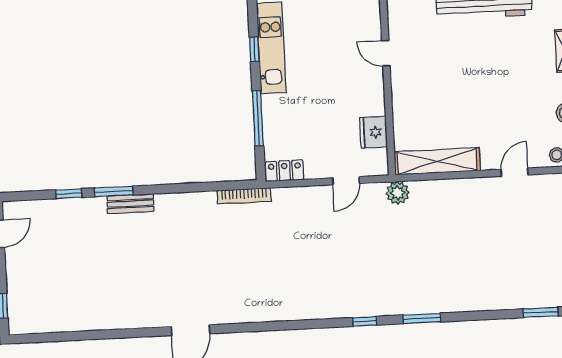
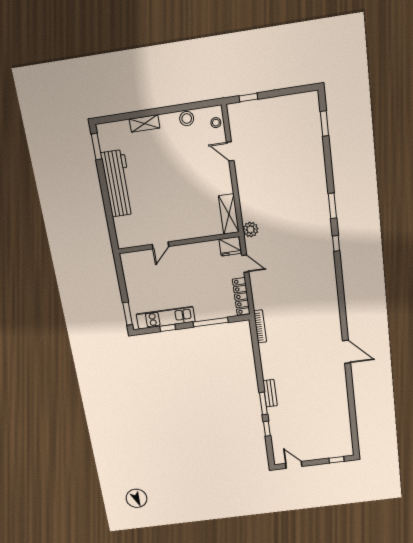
fridge: (373, 132) -> (230, 246), moved
shelving: (437, 161) -> (229, 214), width x0.68
locker: (285, 171) -> (241, 297), width x1.53

